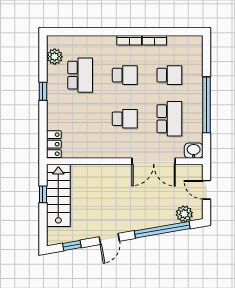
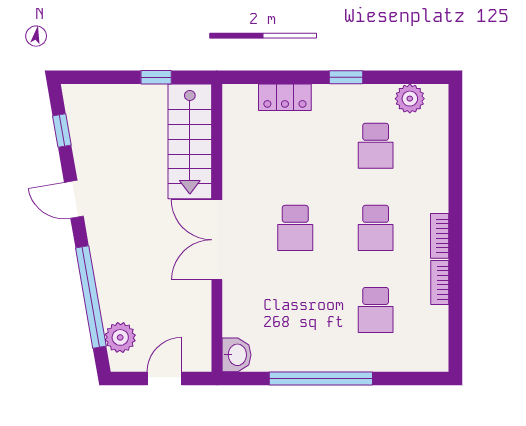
school desk: (80, 75) -> (376, 146), width x0.54
school desk: (169, 119) -> (295, 310), removed
locker: (54, 144) -> (285, 97), moved
double door: (154, 161) -> (217, 240), moved
stairs: (58, 195) -> (190, 141), moved, turned 90

